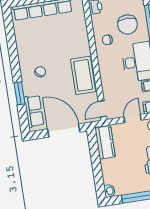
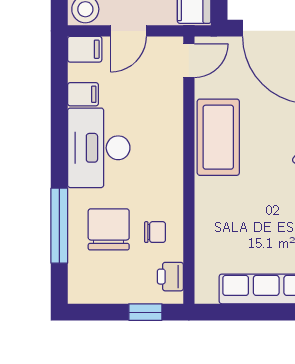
chair: (107, 40) -> (155, 232), moved

